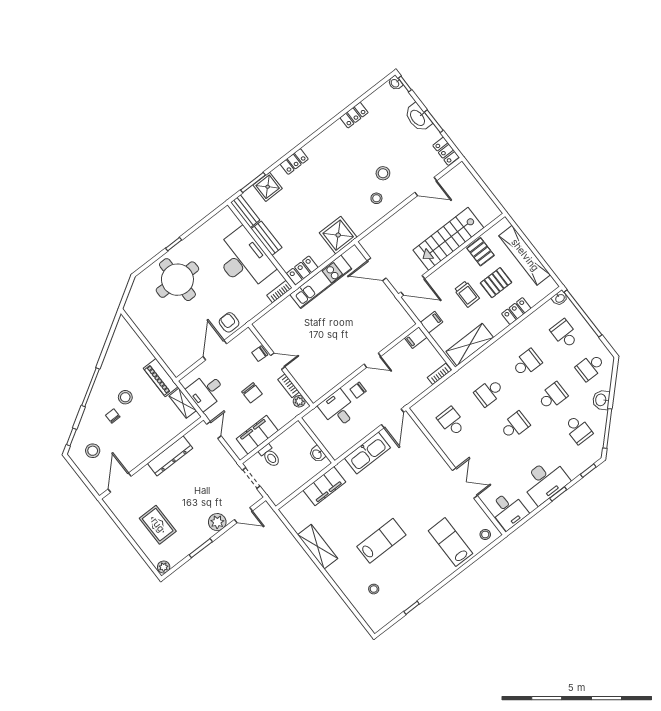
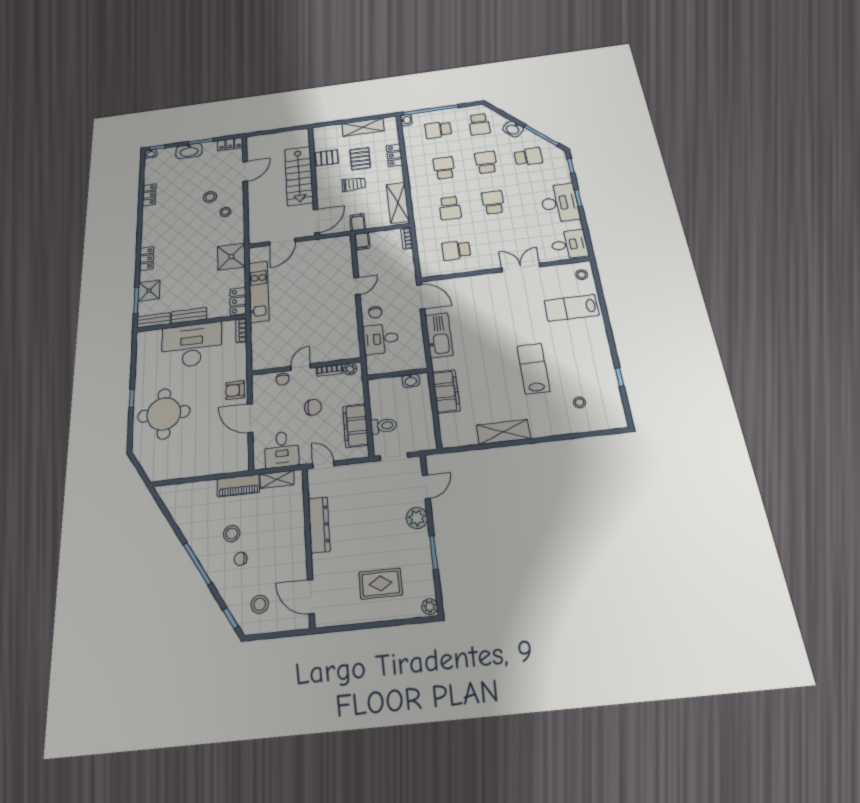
shelving: (525, 255) -> (363, 127), width x0.68

